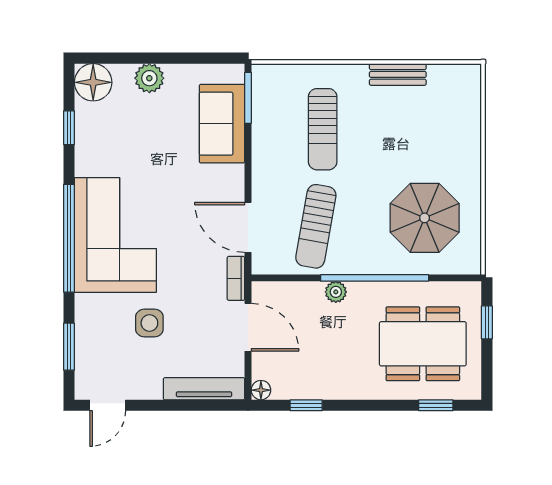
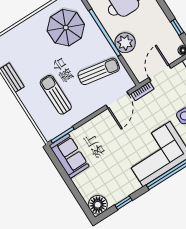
plant: (149, 78) -> (81, 182), removed
sofa: (222, 124) -> (69, 156), moved, turned -90
sun lounger: (323, 129) -> (56, 95), turned -90
plant: (336, 292) -> (125, 43), width x1.88, depth x1.88

